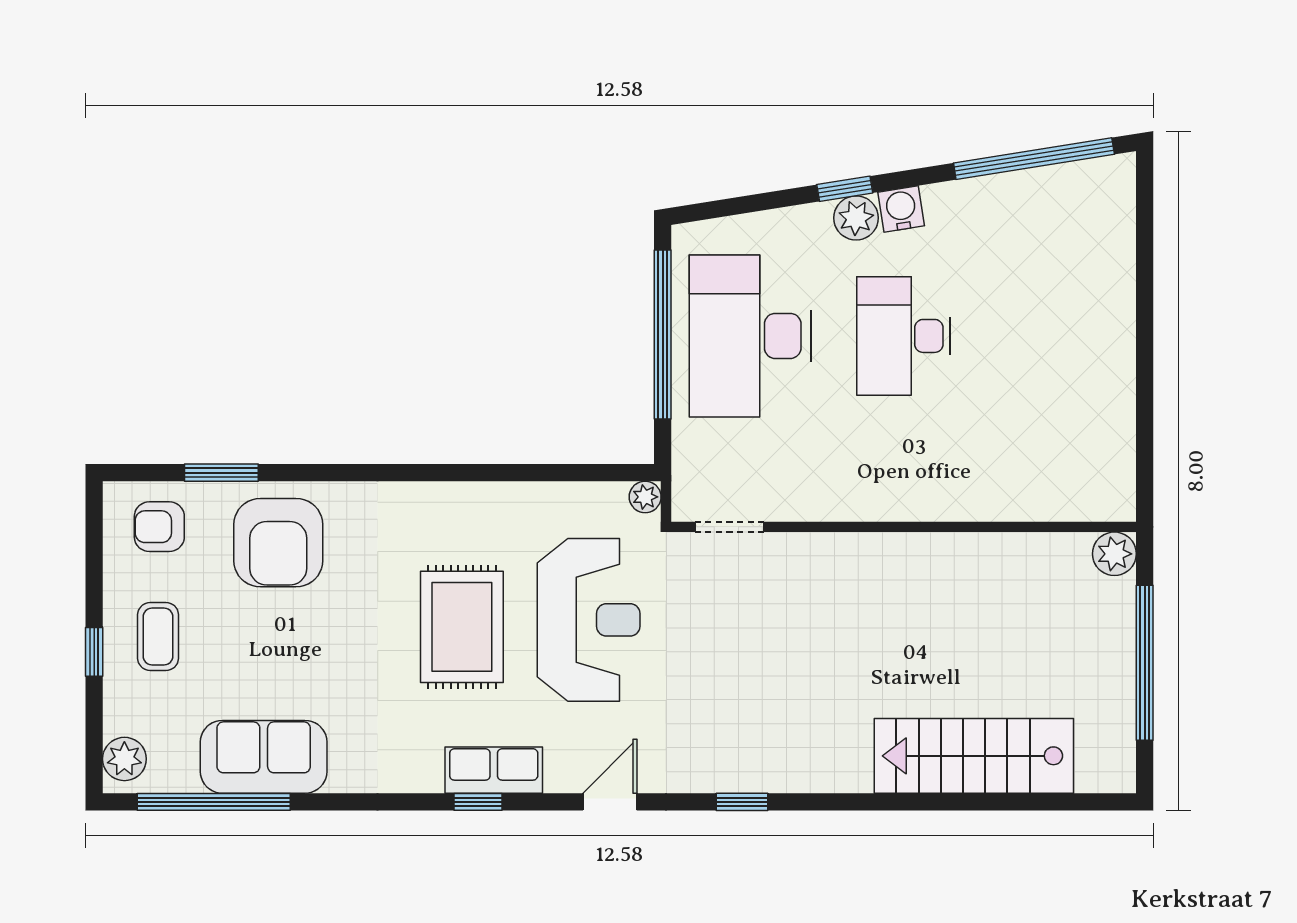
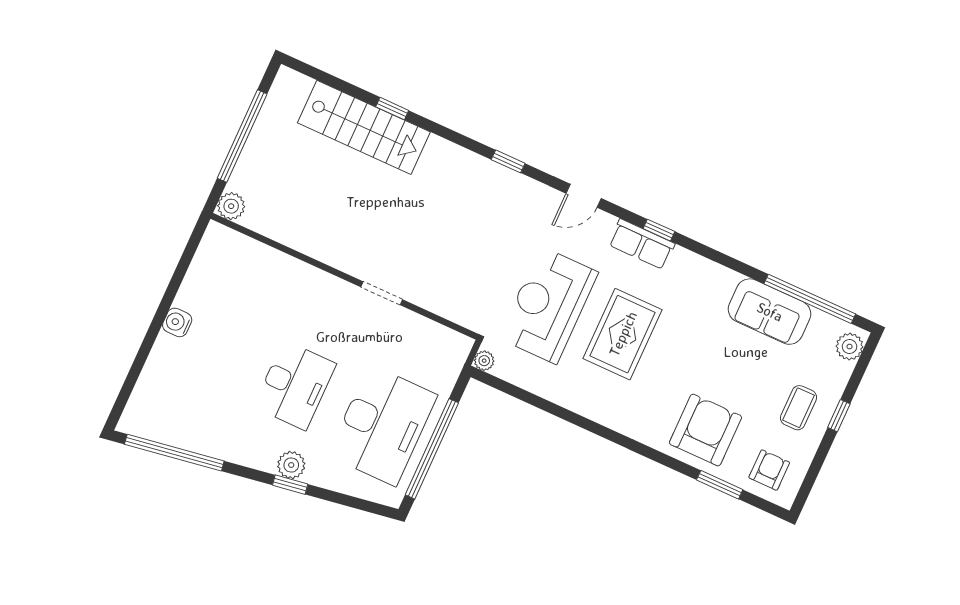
water cooler: (901, 209) -> (177, 322), moved, turned 99
armchair: (159, 527) -> (769, 470), turned -90
doorway: (729, 527) -> (382, 293), moved
window: (945, 802) -> (392, 109), added

